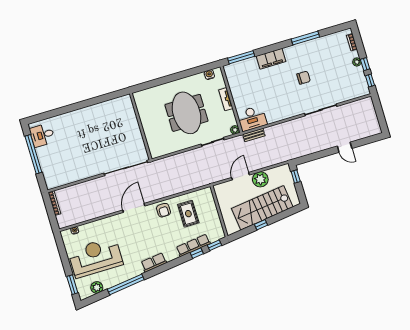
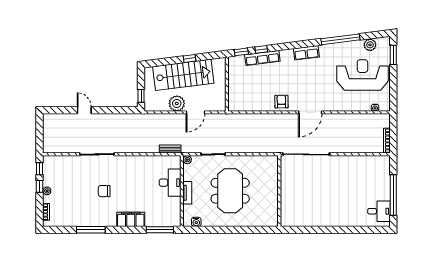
desk: (252, 118) -> (170, 183), moved, turned 90
rug: (188, 214) -> (258, 91), removed
reception desk: (95, 257) -> (362, 75), turned 180

